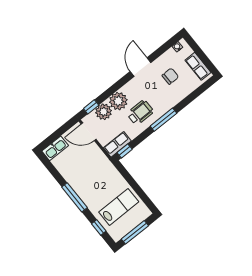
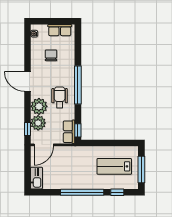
door: (141, 67) -> (28, 81), moved
window: (163, 120) -> (78, 85), width x1.46
window: (74, 197) -> (82, 192), width x1.46
lab bench: (119, 207) -> (114, 166), turned -90

